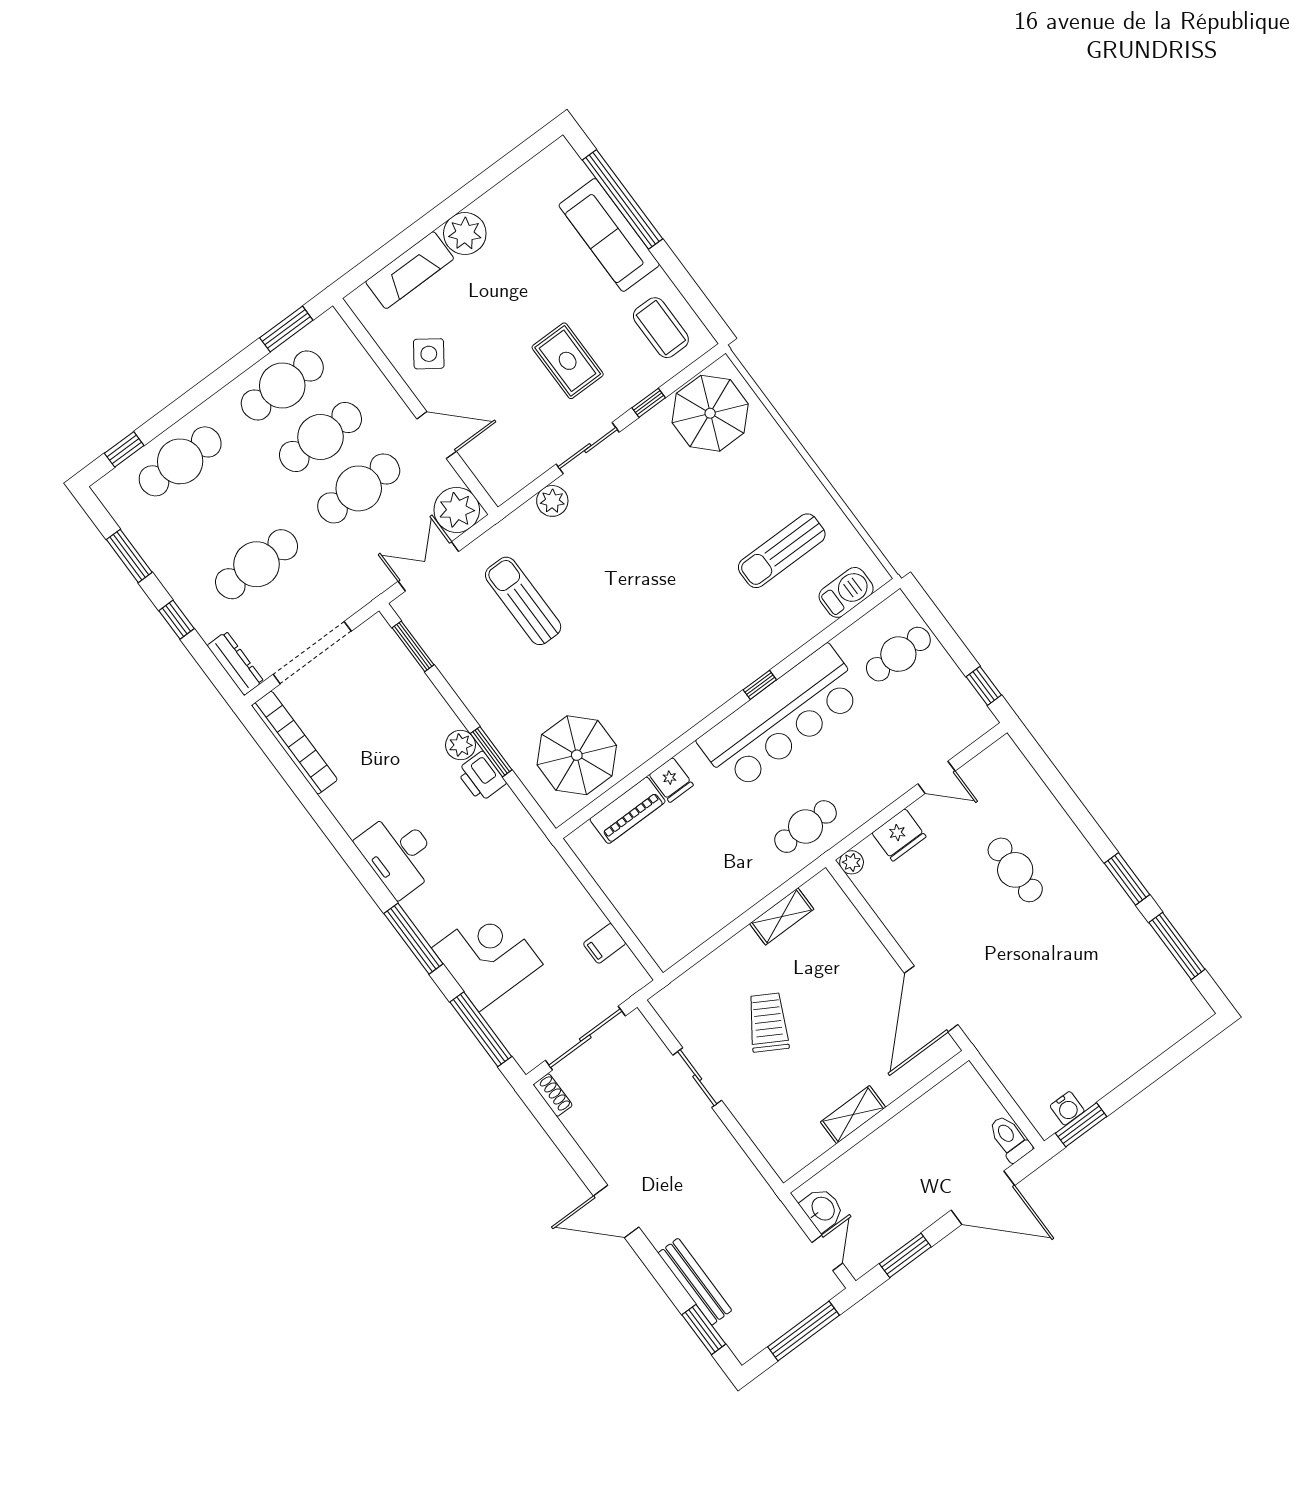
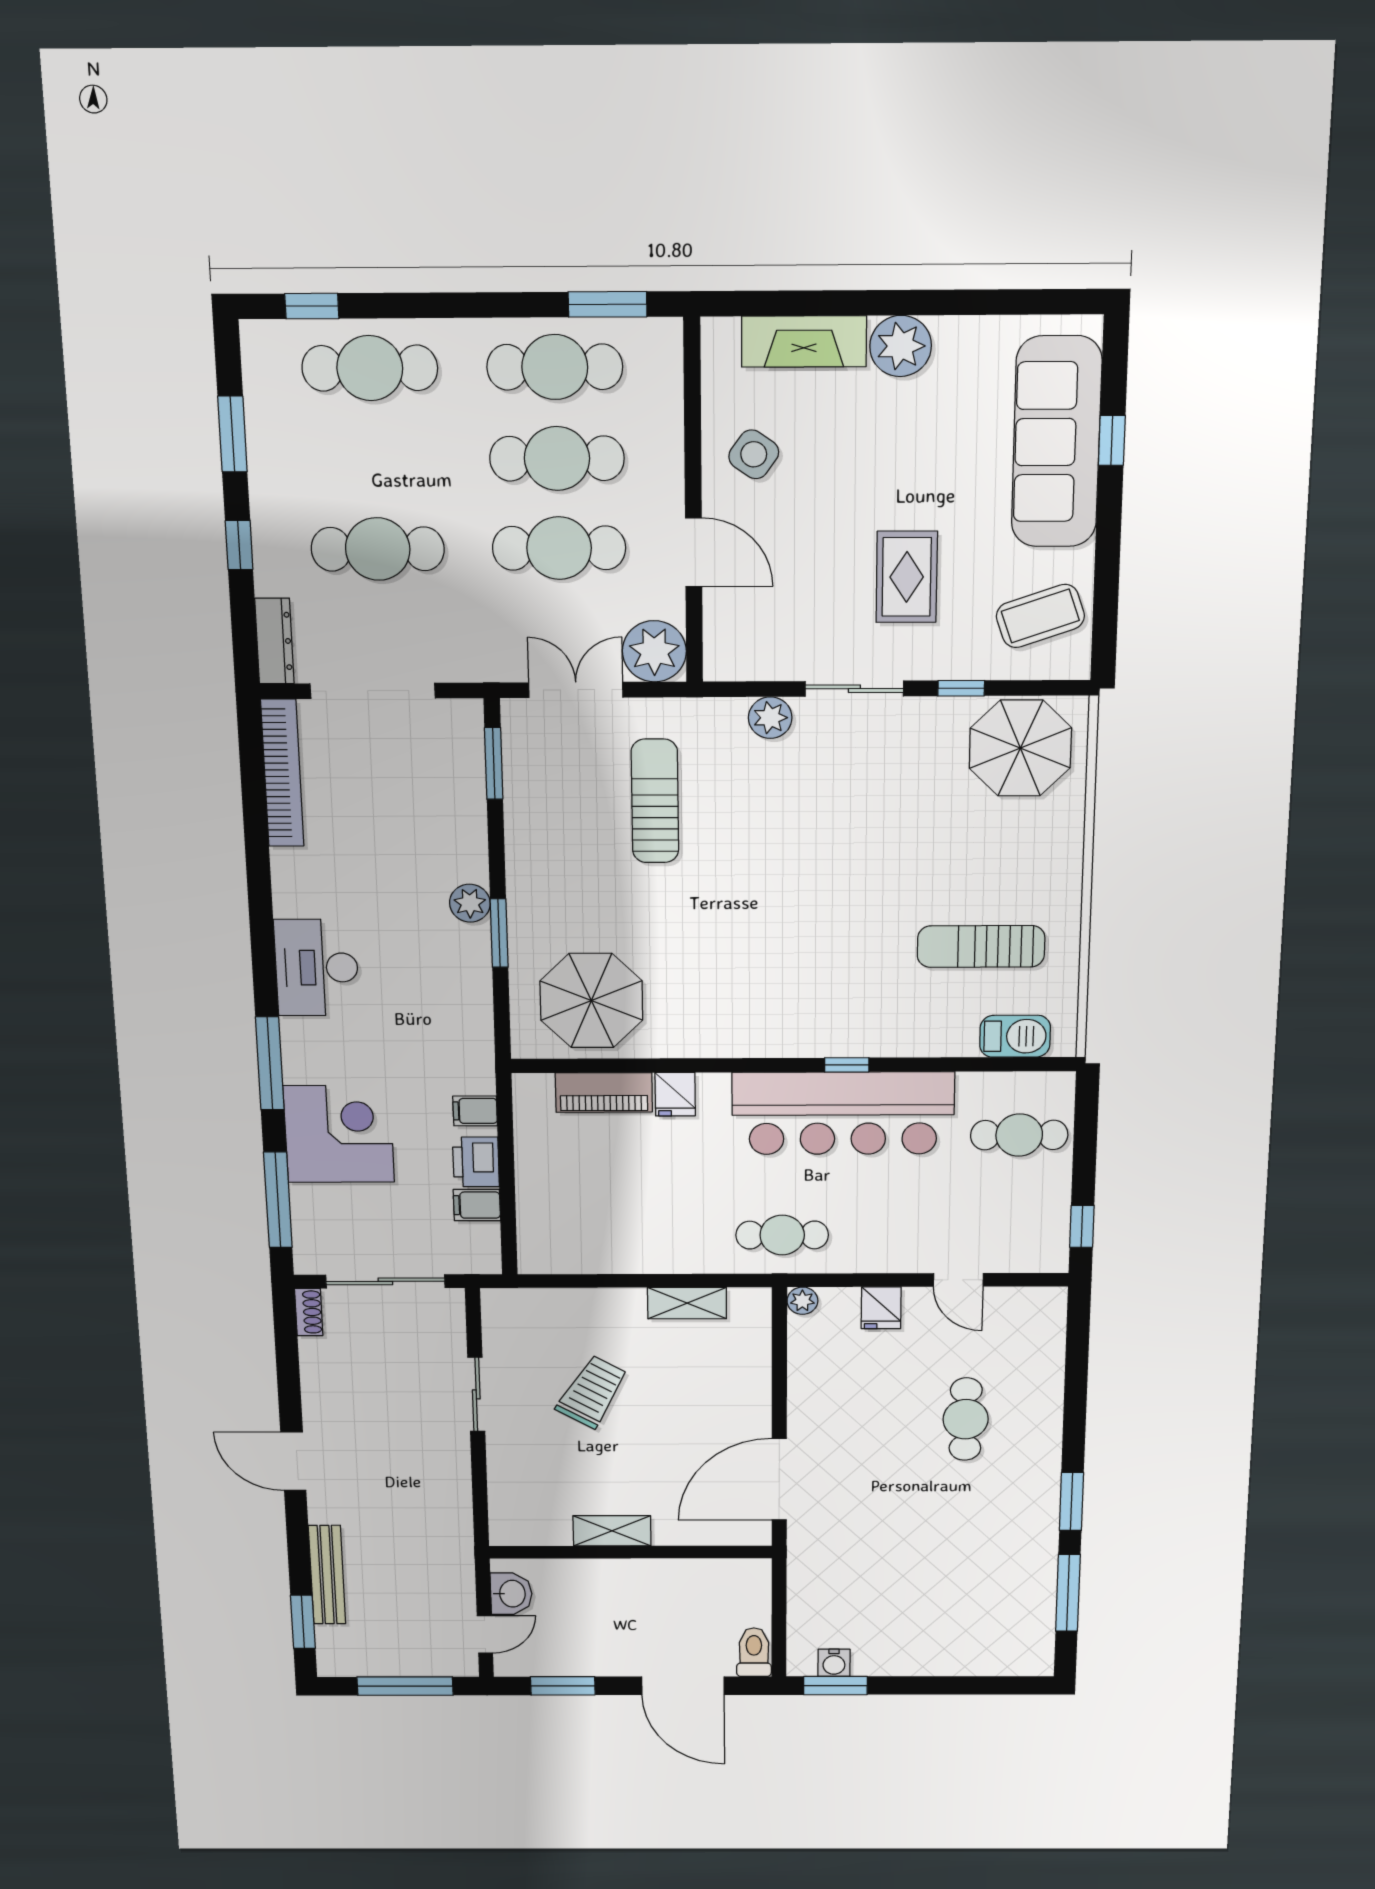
window: (622, 199) -> (1112, 440), width x0.32
sofa: (609, 235) -> (1056, 442), width x1.36, depth x1.27
coffee table: (661, 328) -> (1040, 616), turned 71
printer: (481, 777) -> (476, 1162), moved
fridge: (899, 835) -> (881, 1308), width x0.72
filing cabinet: (559, 880) -> (475, 1111), added

